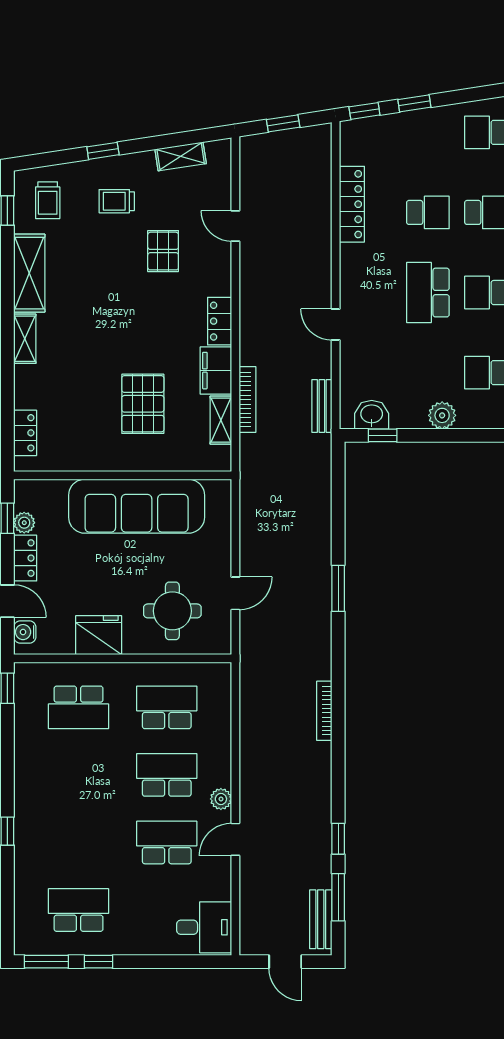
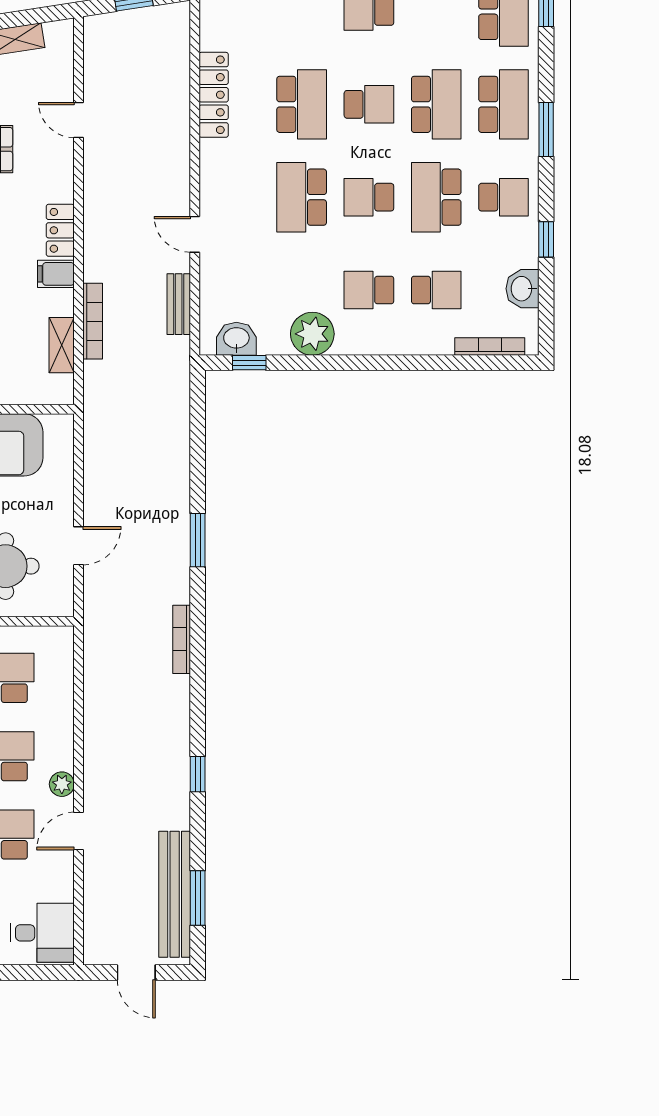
school desk: (428, 212) -> (302, 104), width x1.85
filing cabinet: (216, 371) -> (56, 274), width x0.50
bench: (322, 406) -> (179, 304), moved
plant: (442, 415) -> (312, 334), width x1.36, depth x1.36
bookcase: (324, 711) -> (182, 639), moved
window: (338, 839) -> (198, 774), moved
bench: (321, 919) -> (175, 894), width x1.86, depth x1.21

